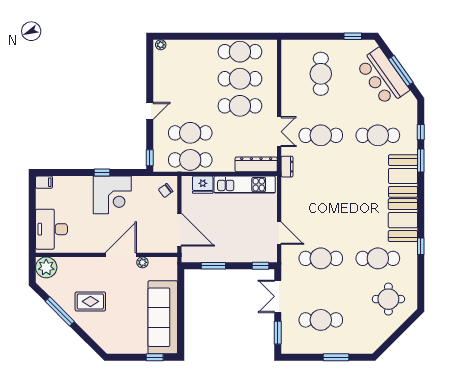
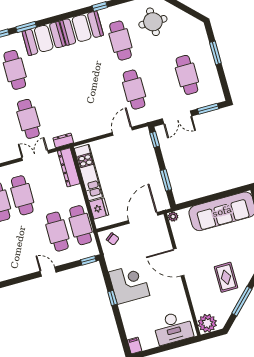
plant: (142, 262) -> (173, 217), moved

